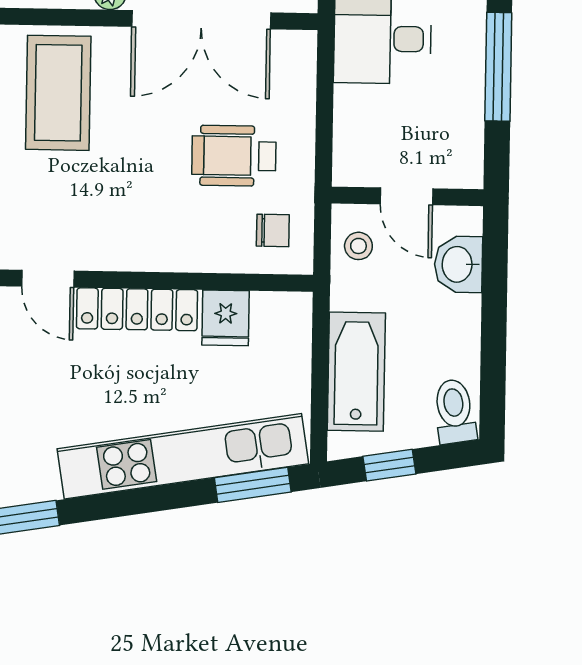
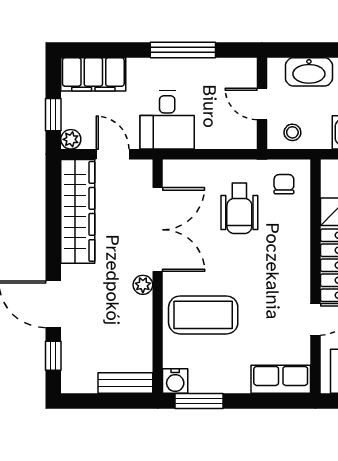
door: (406, 196) -> (262, 104), swing flipped
washbasin: (458, 264) -> (309, 72), width x1.38

